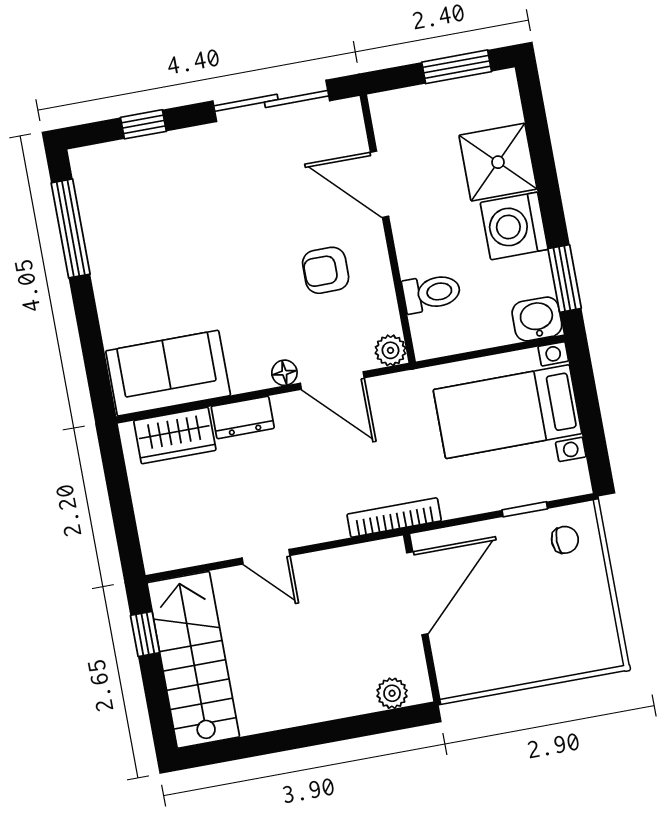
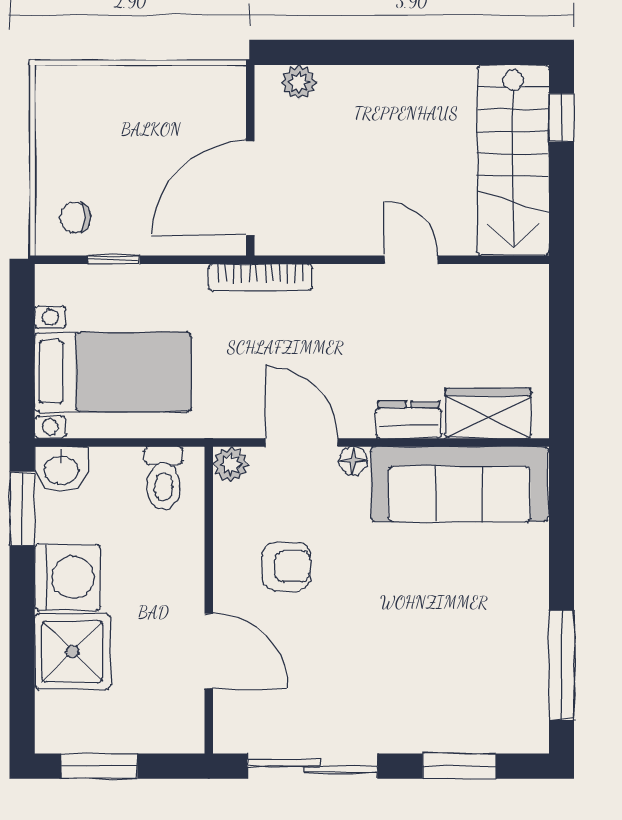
window: (143, 124) -> (459, 766), width x1.50
toilet: (432, 293) -> (164, 478), moved, turned -90
sofa: (168, 373) -> (459, 484), width x1.36
window: (145, 634) -> (562, 118), moved

